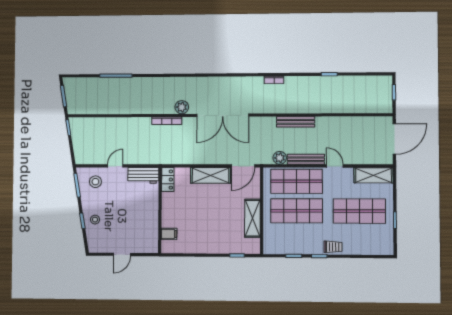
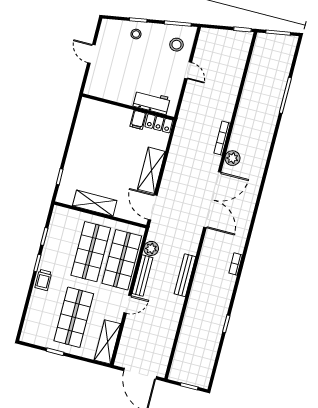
double door: (223, 115) -> (212, 200), swing flipped
workbench: (143, 175) -> (152, 102), moved, turned 90
filing cabinet: (169, 234) -> (138, 120), moved

